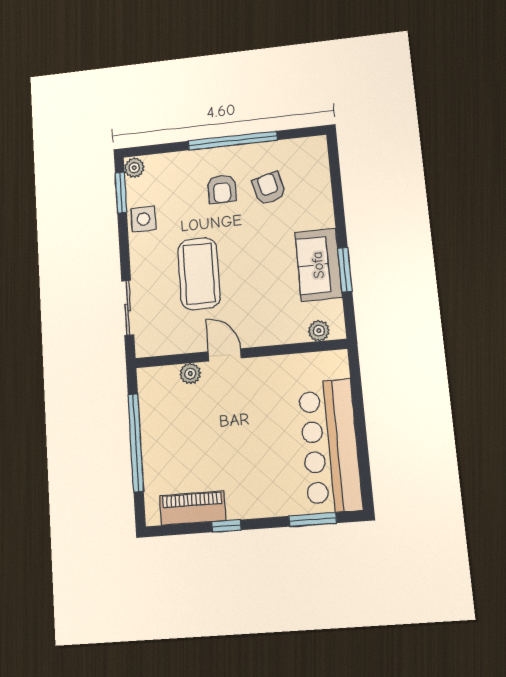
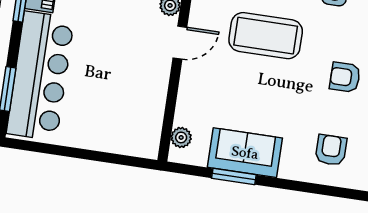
armchair: (269, 188) -> (331, 150), moved, turned -76
bar counter: (330, 446) -> (40, 76), moved, turned 90

